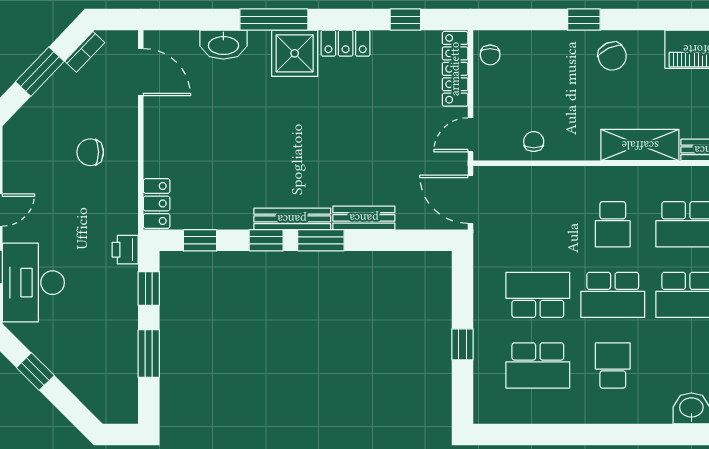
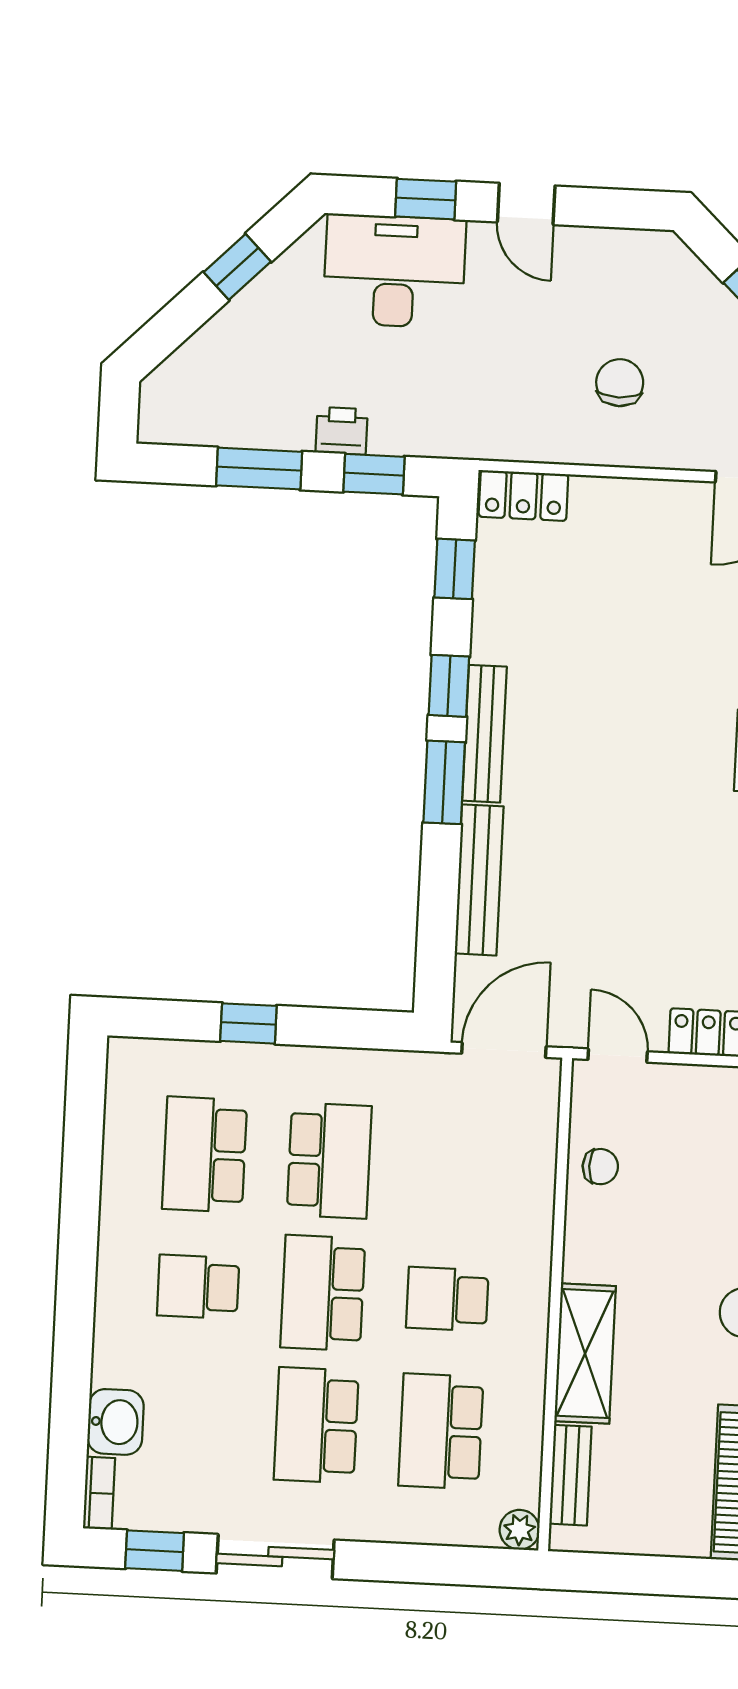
bench: (364, 218) -> (479, 880), width x1.36
printer: (125, 250) -> (342, 431), moved
school desk: (613, 365) -> (198, 1287), turned 180

